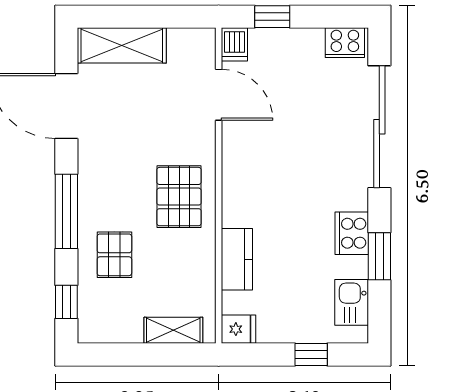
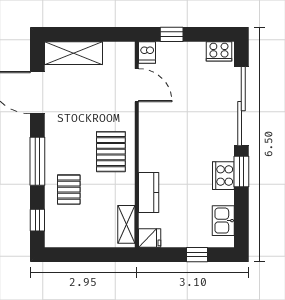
window: (379, 256) -> (241, 172), moved
shelving: (173, 330) -> (126, 224), moved, turned 90

